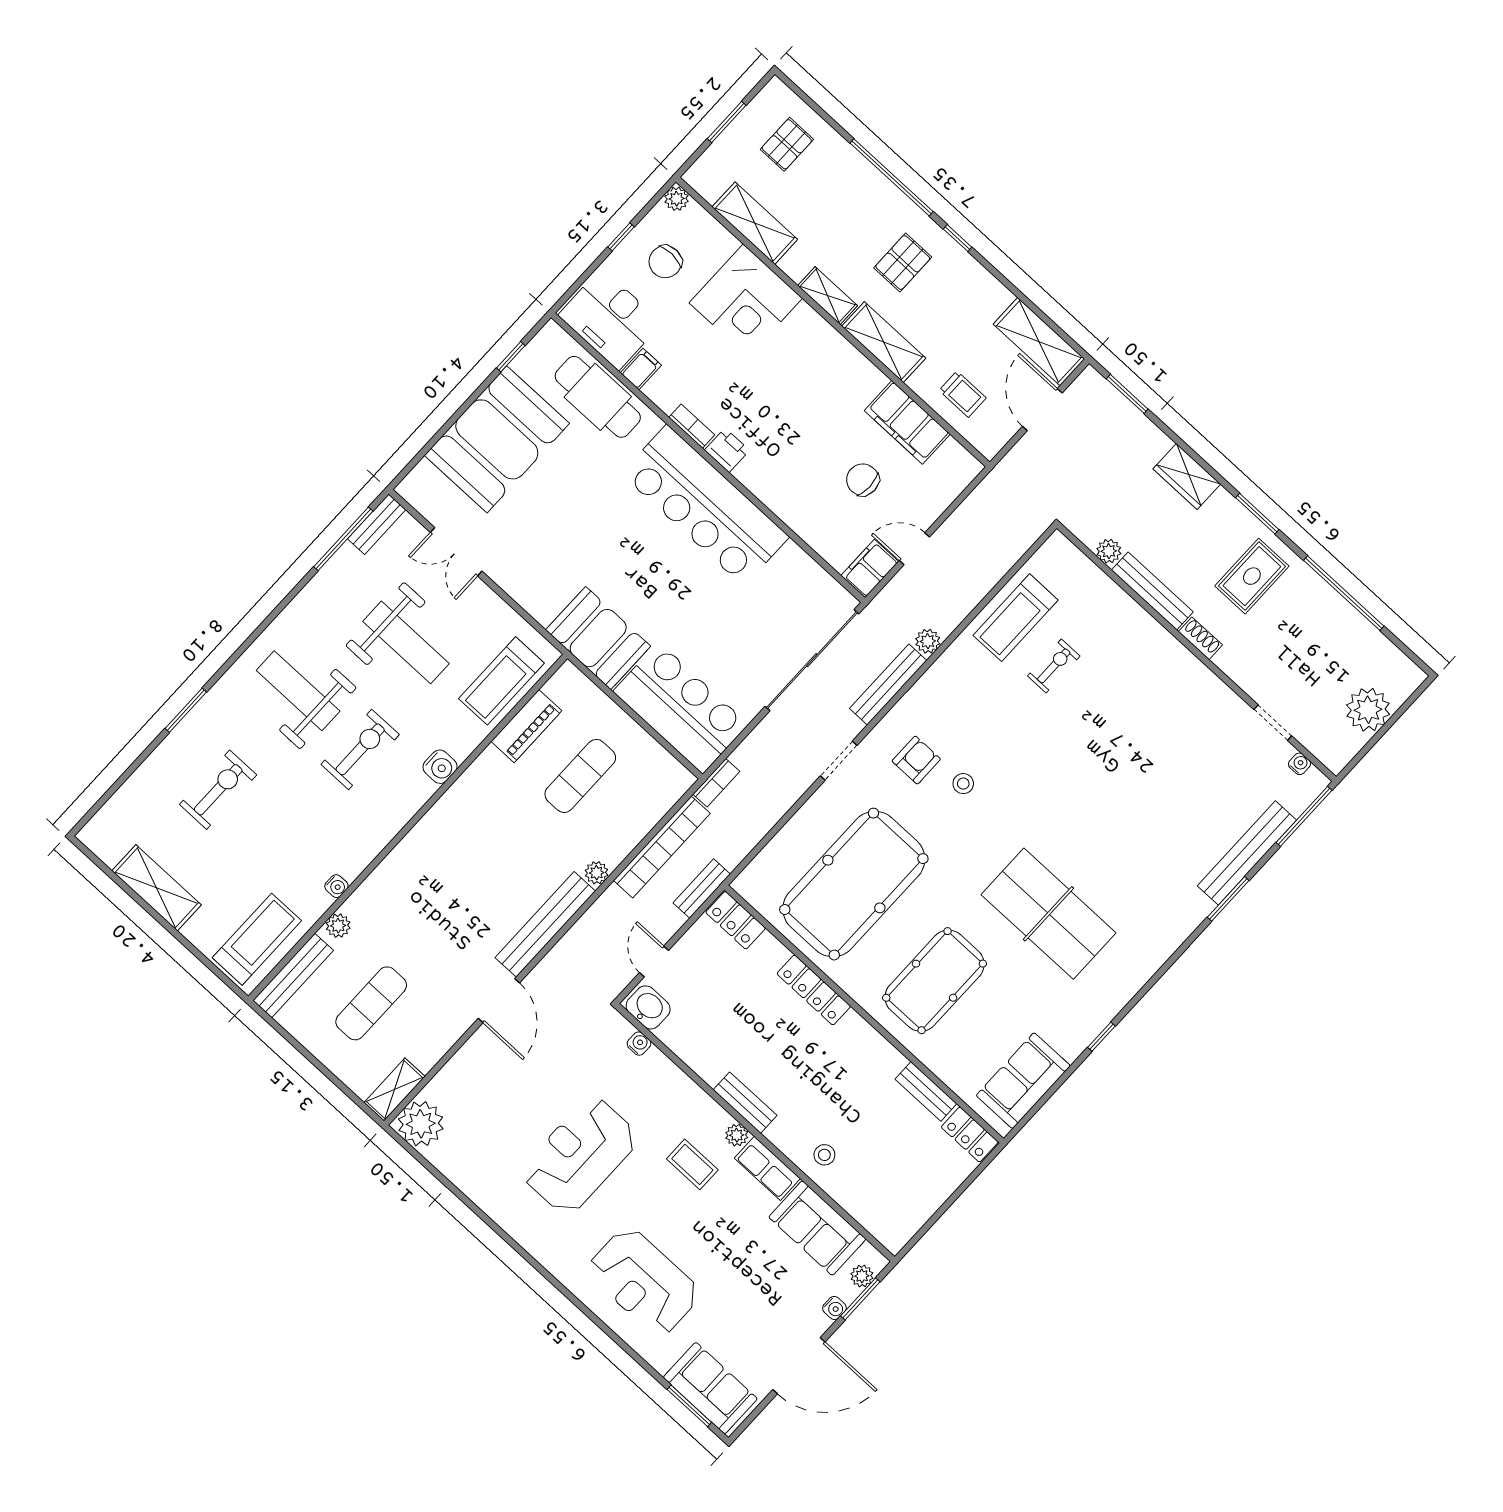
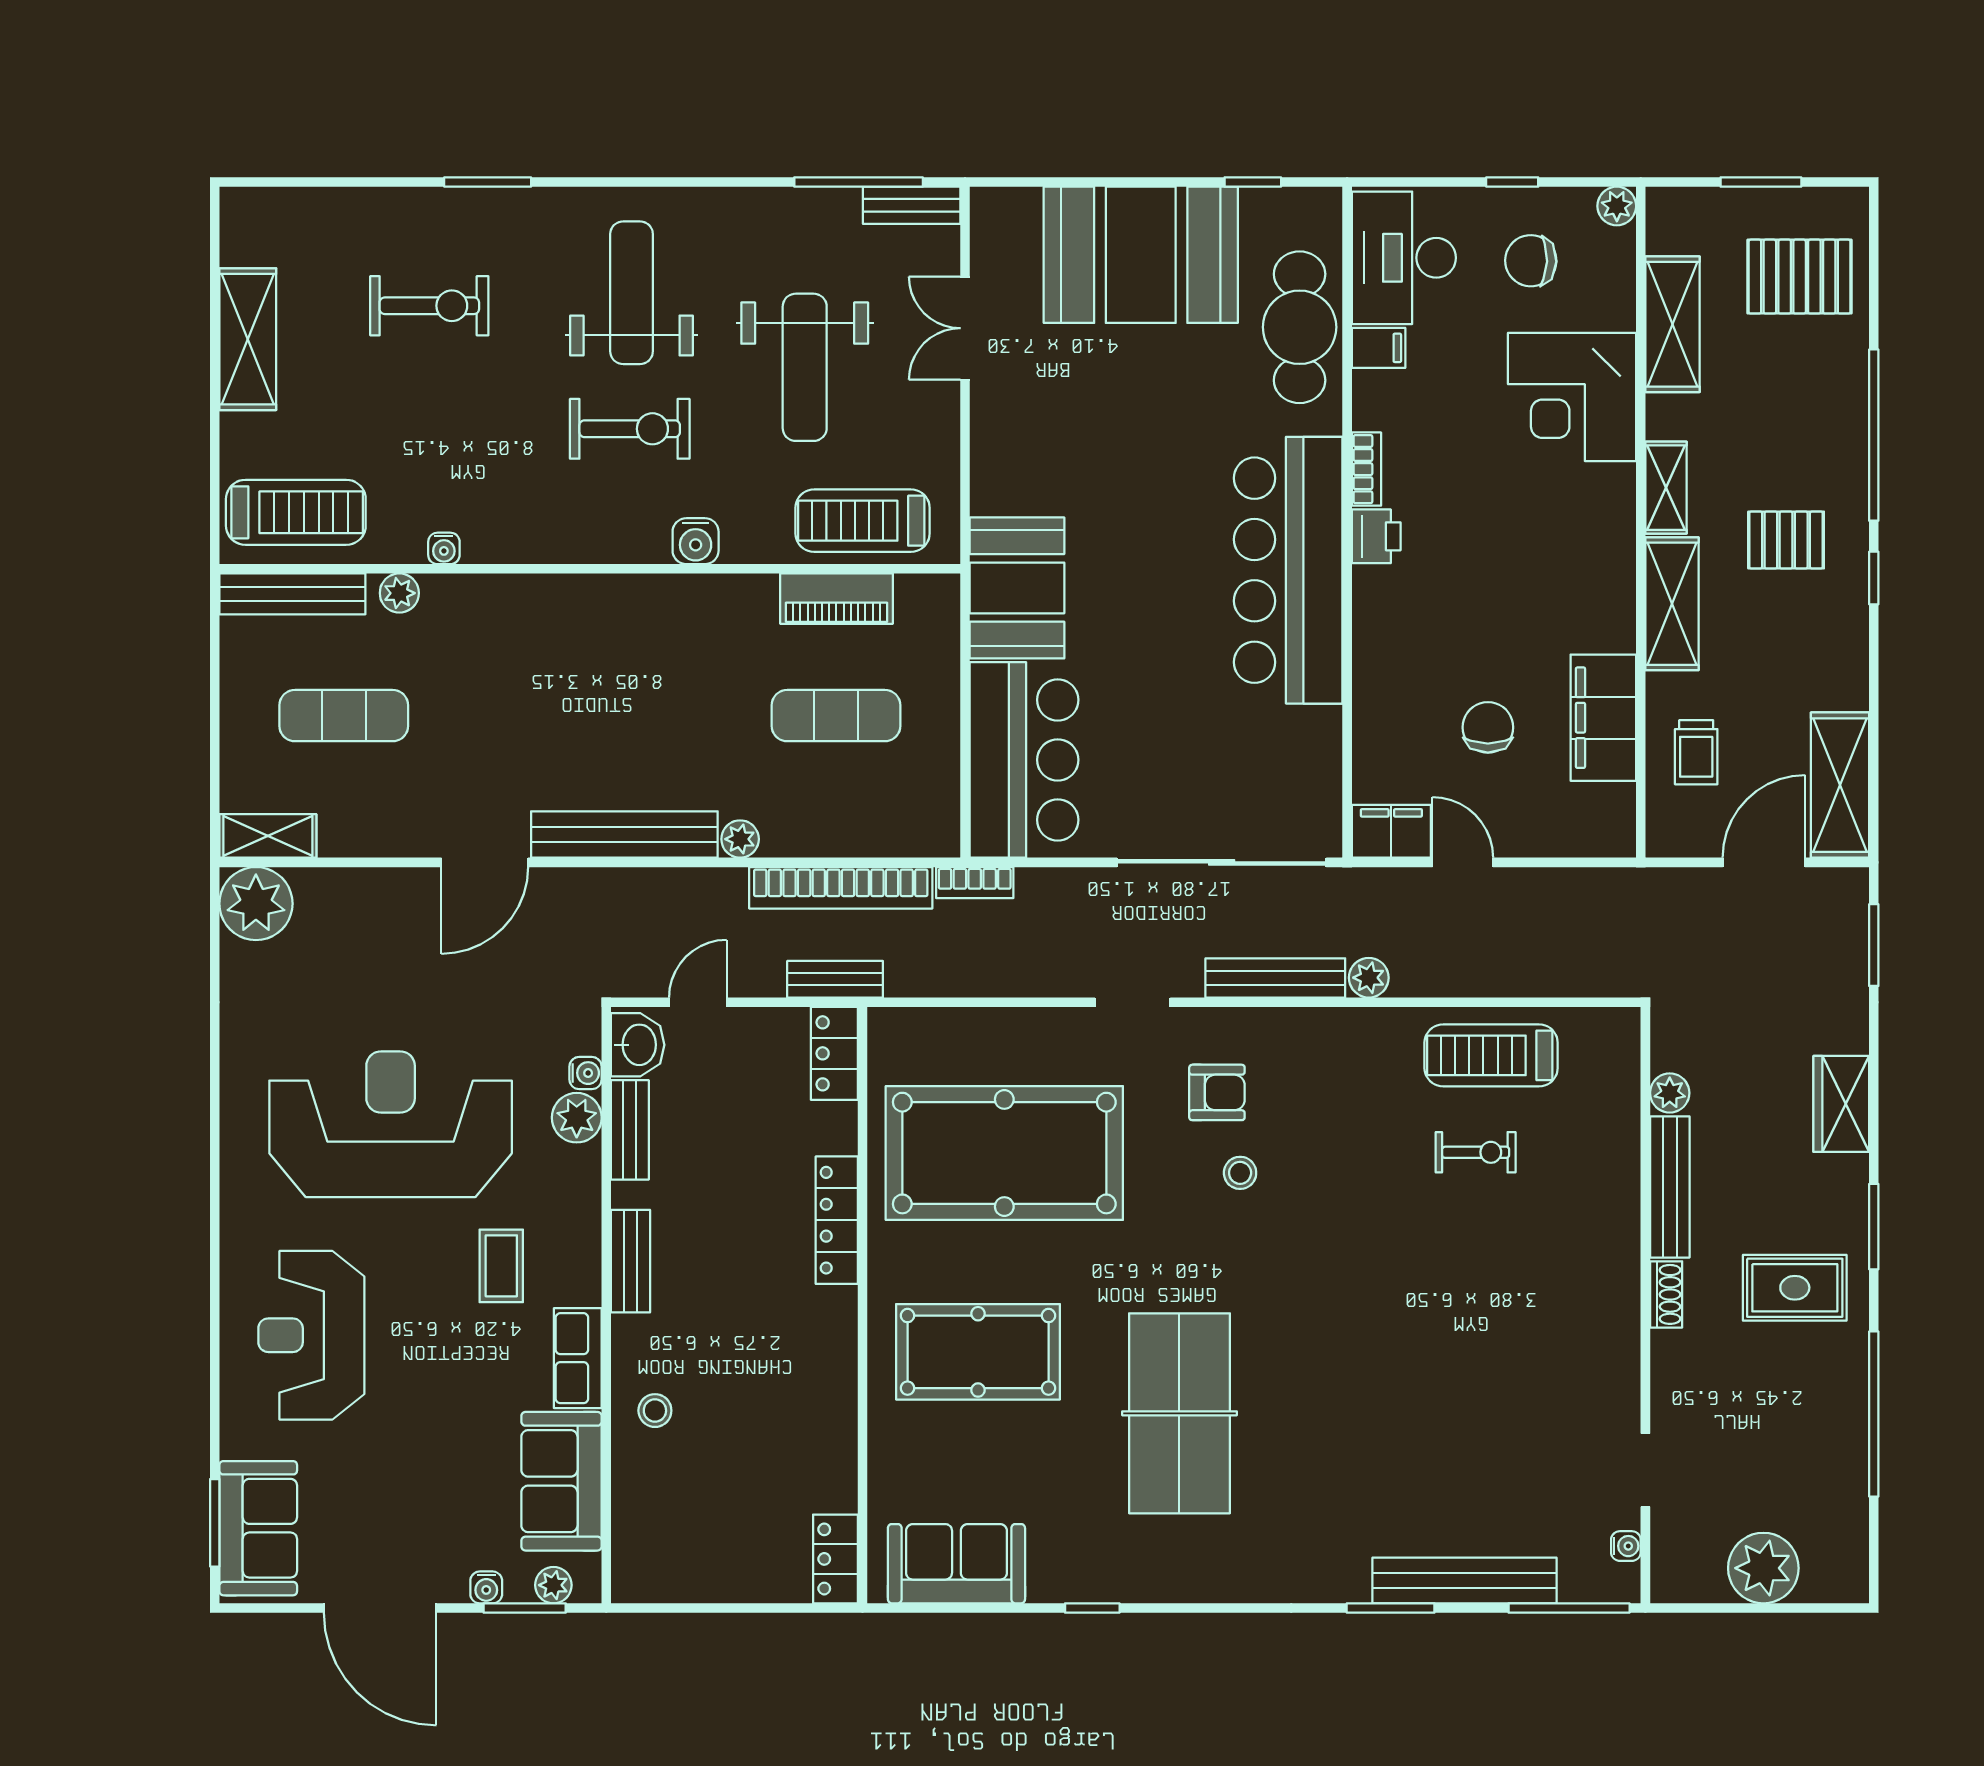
pallet: (787, 144) -> (1800, 277), width x1.50, depth x1.42
bench: (926, 1091) -> (630, 1130), moved
plant: (737, 1135) -> (577, 1118), moved, width x1.38, depth x1.38
reception desk: (580, 1155) -> (391, 1124), width x1.36, depth x1.30

